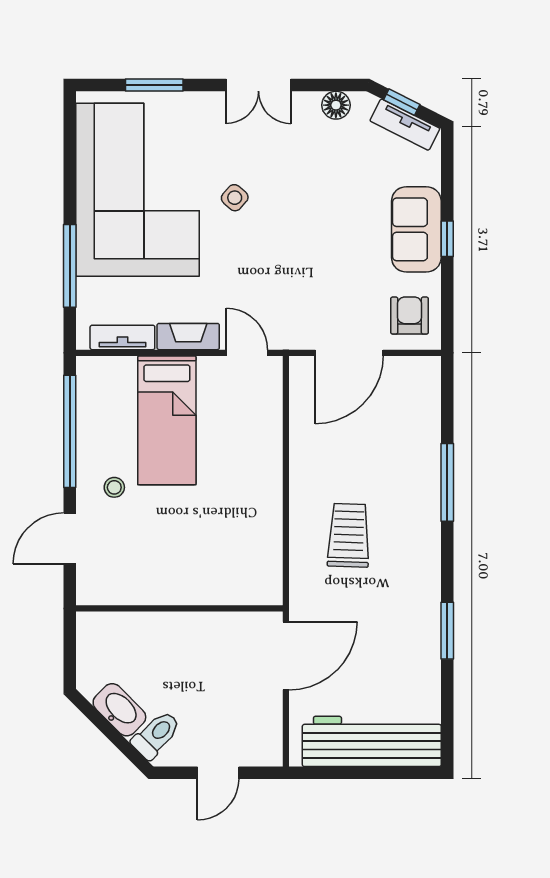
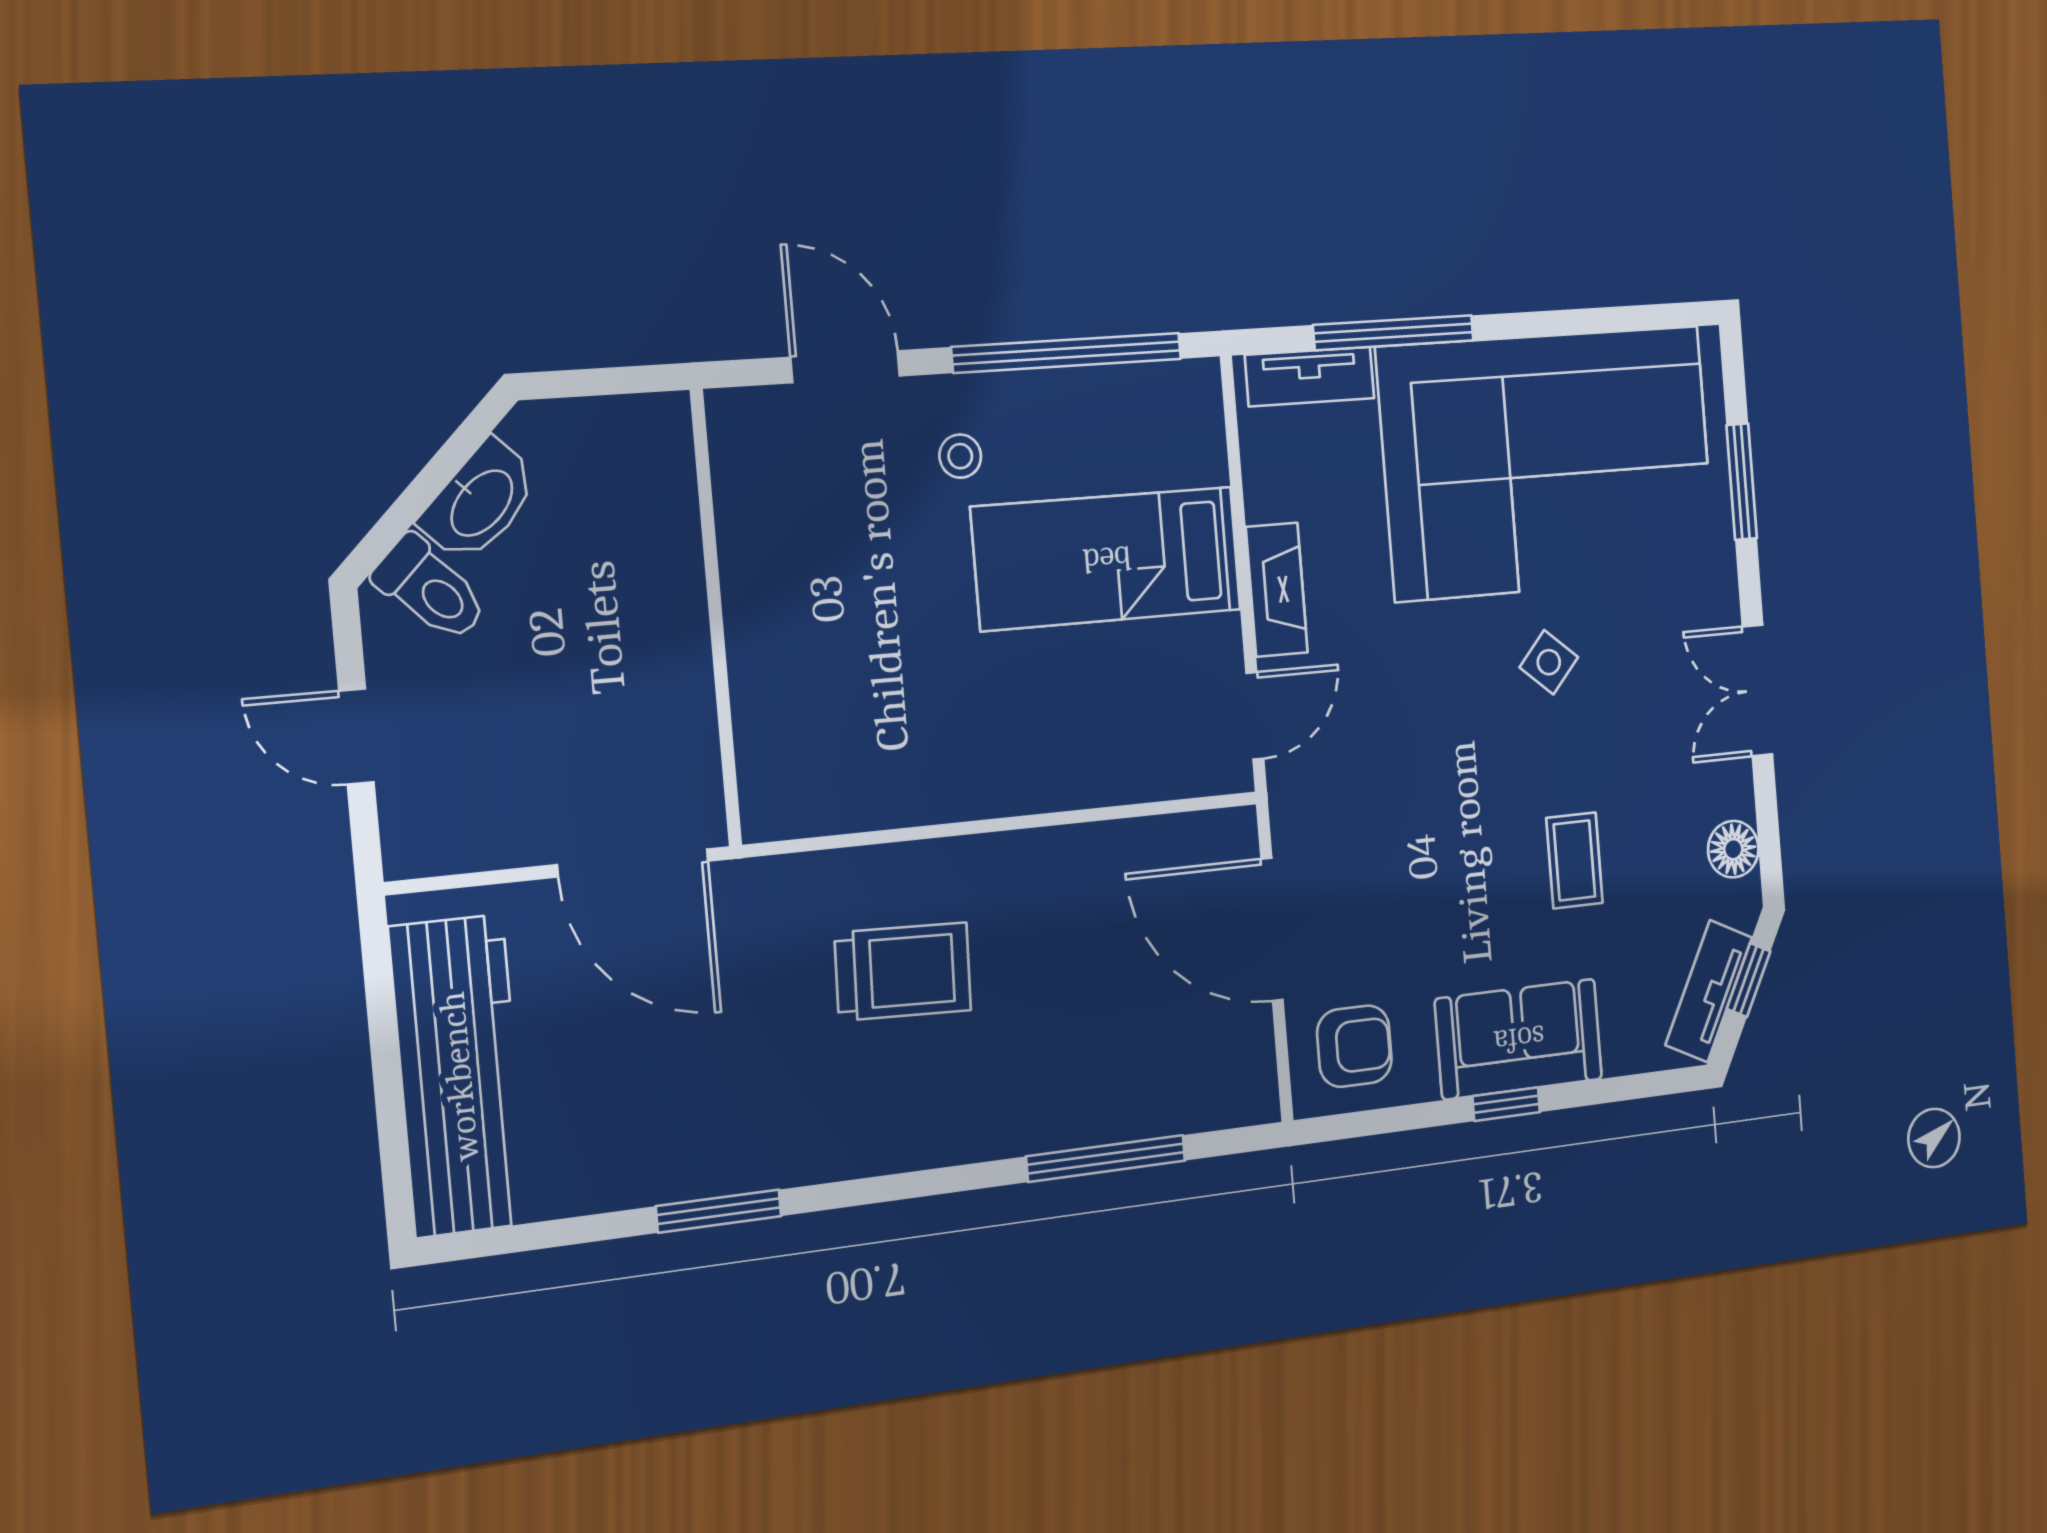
coffee table: (333, 192) -> (1574, 860), added
tv unit: (122, 337) -> (1310, 377), moved, turned 90
window: (447, 482) -> (1106, 1159), moved

